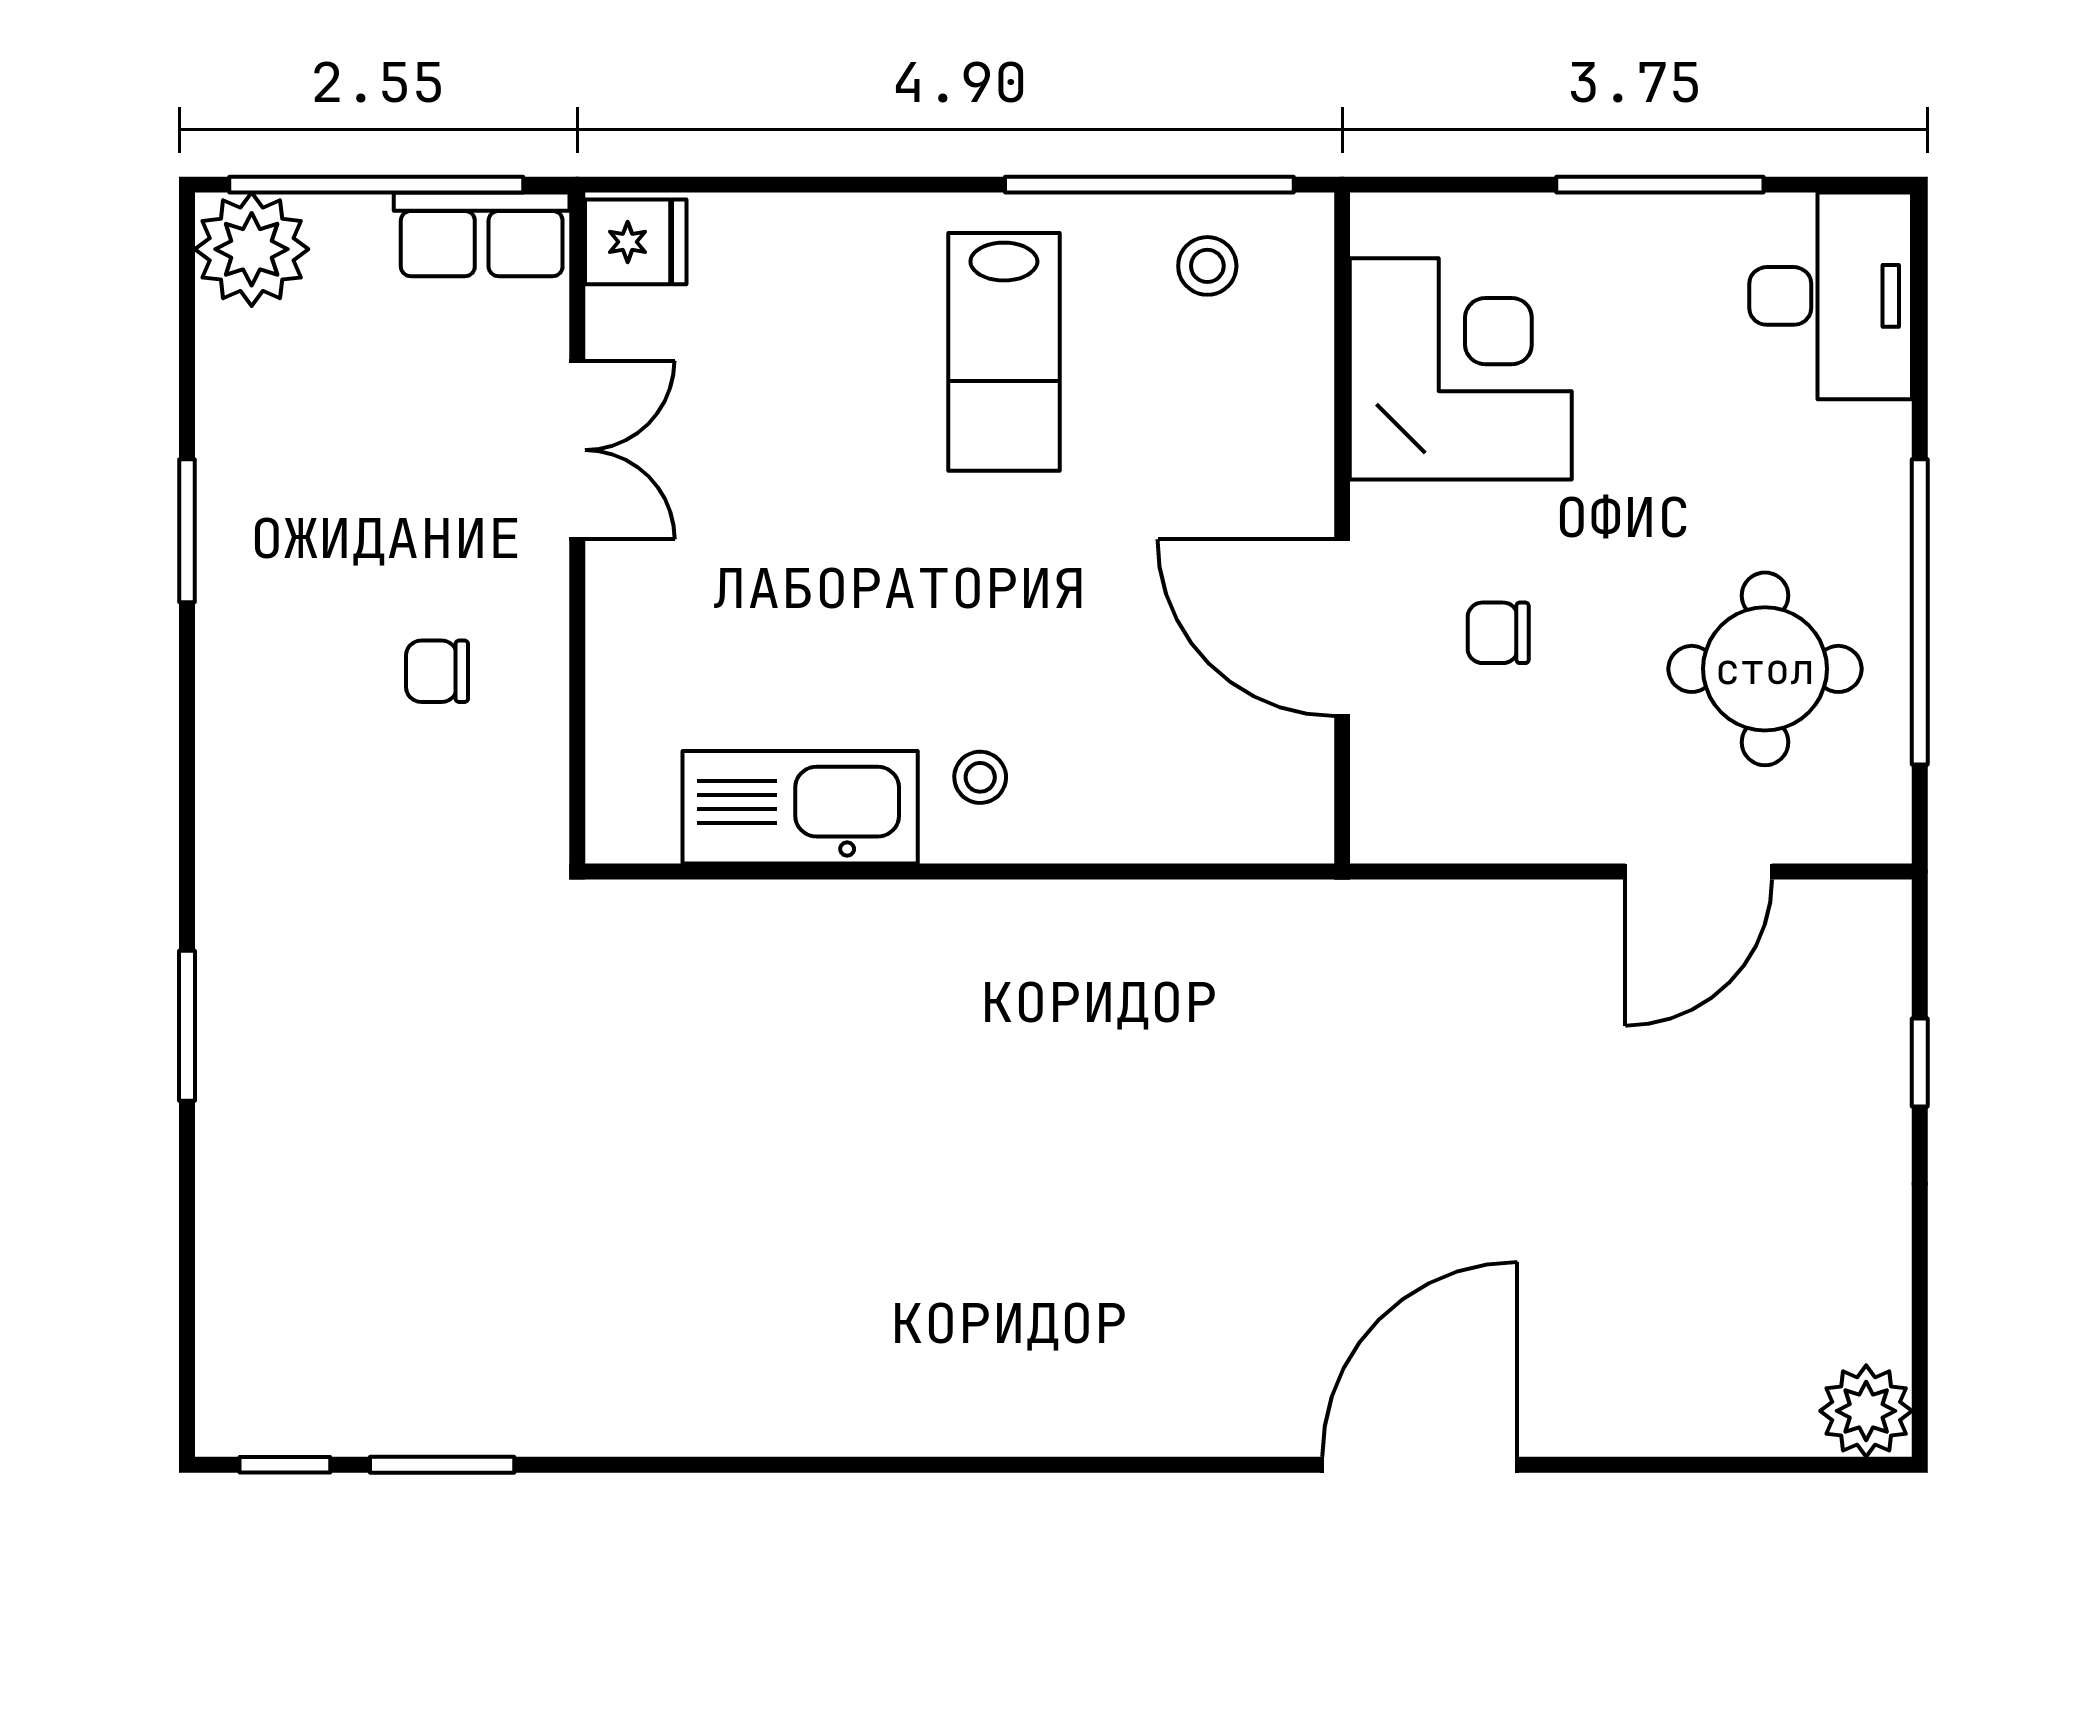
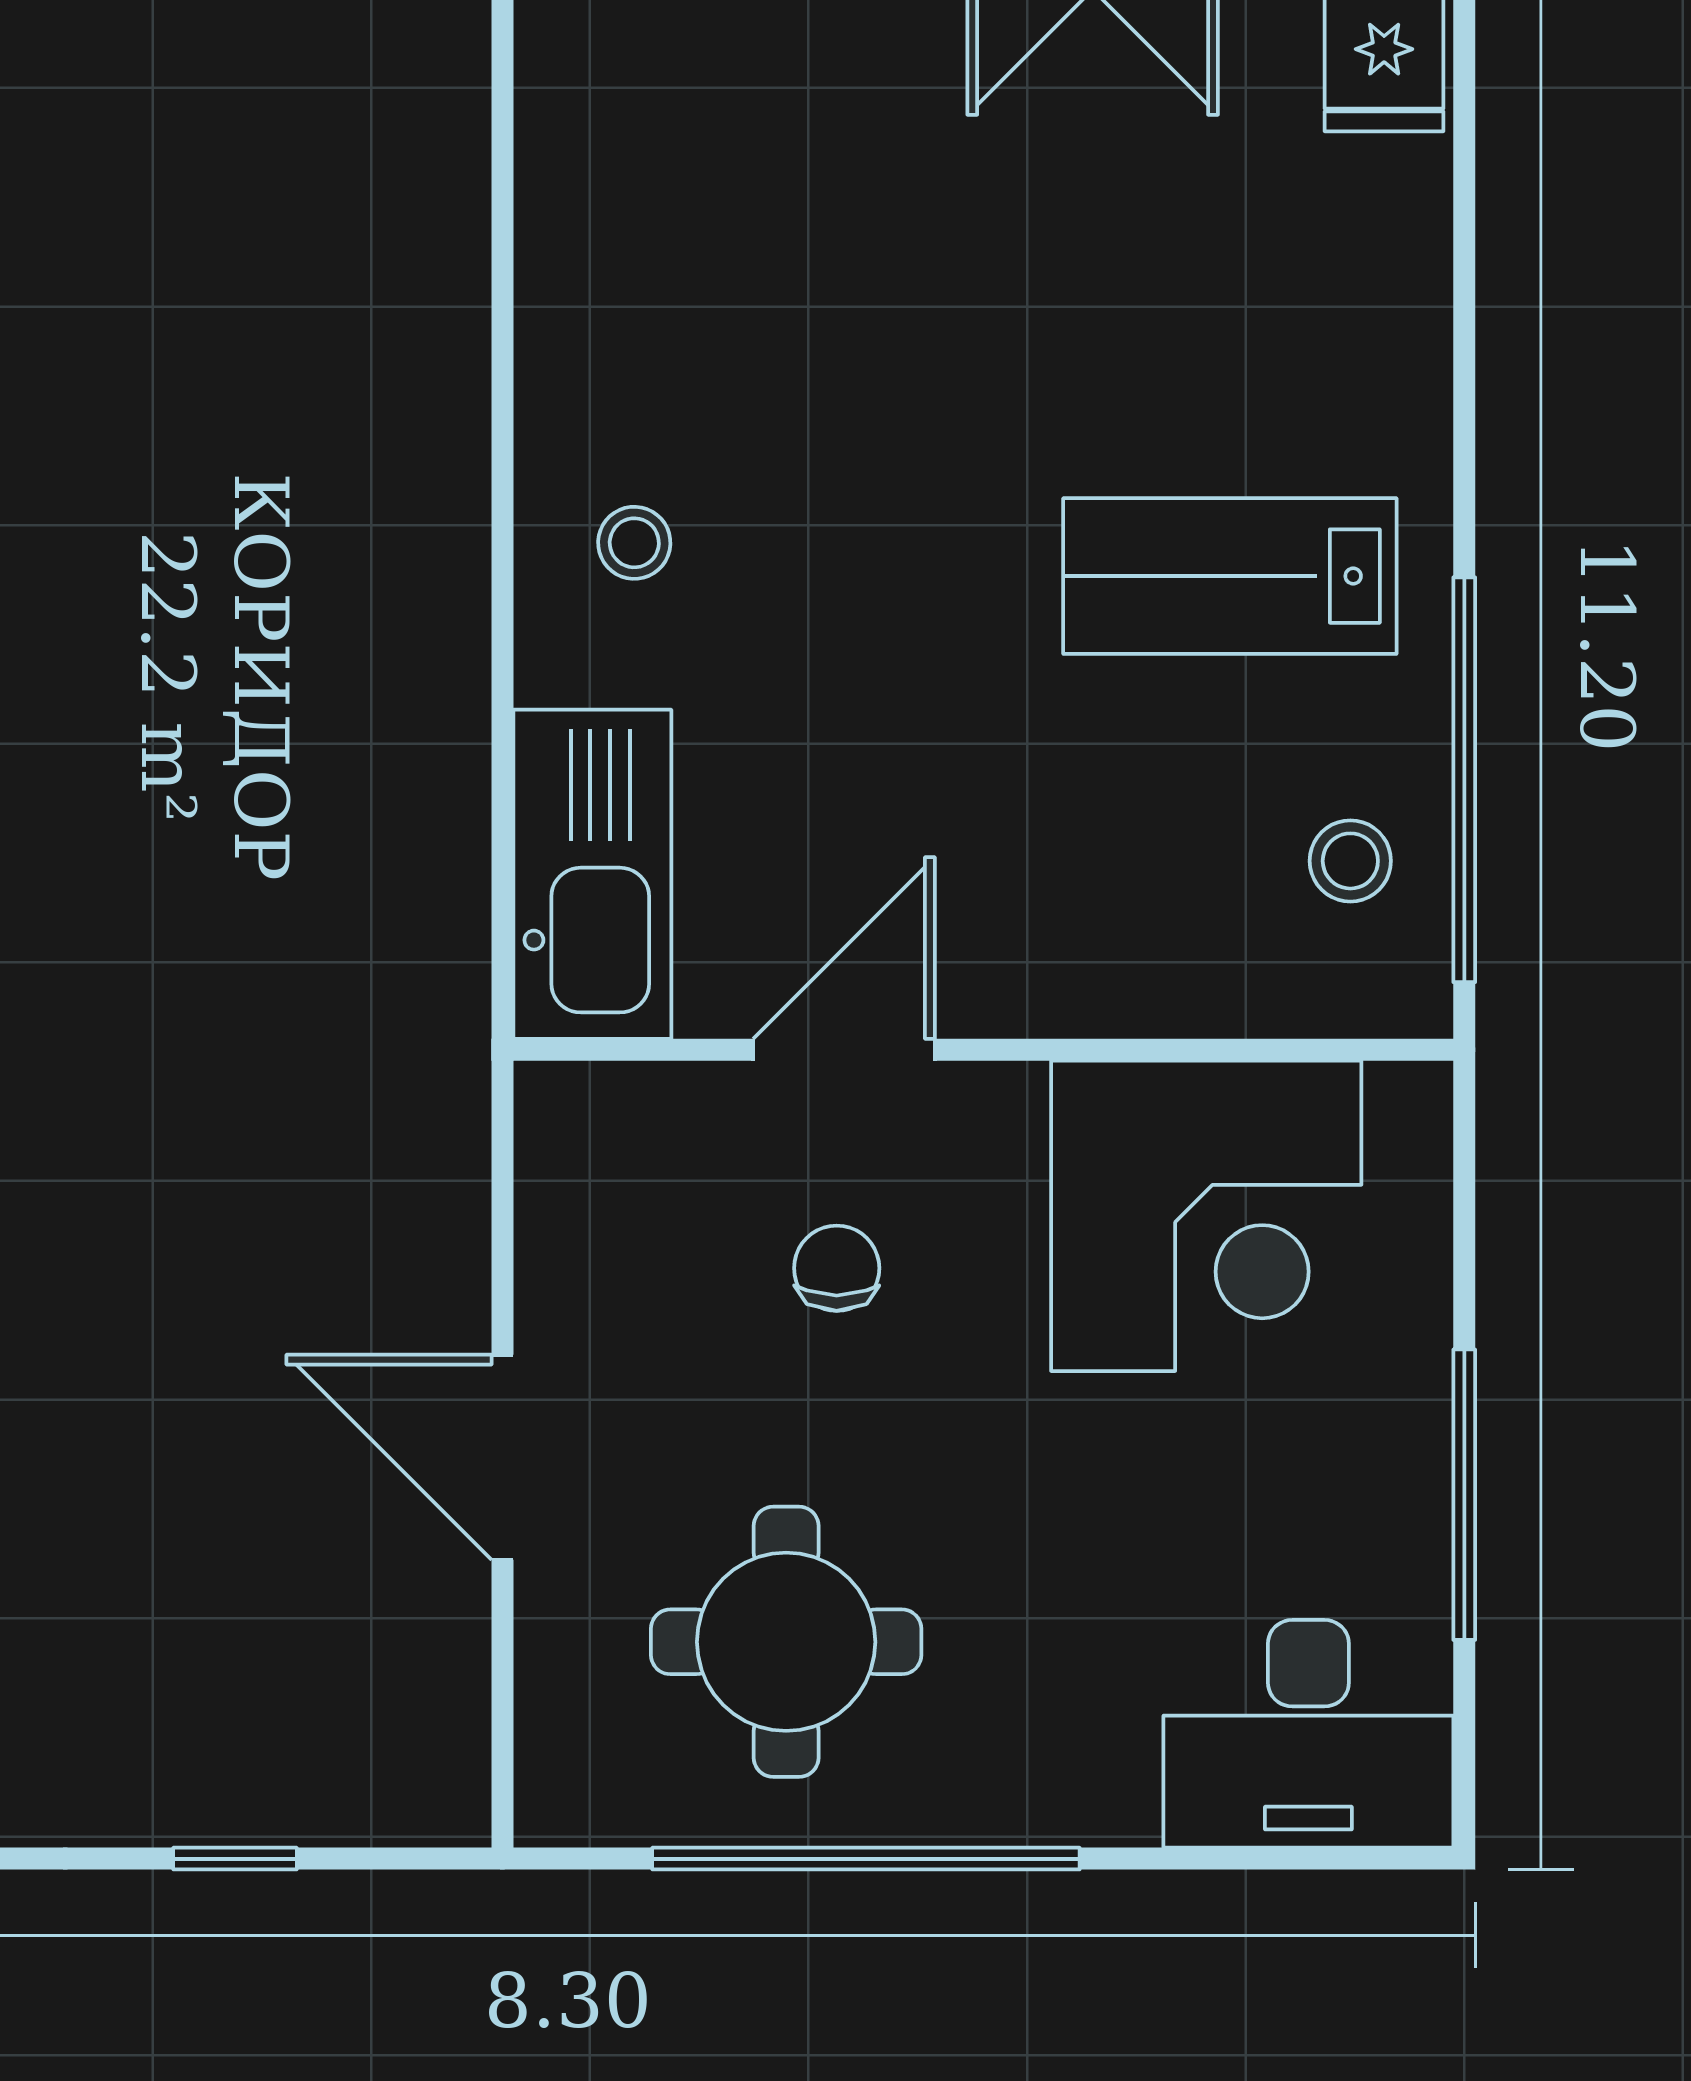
door: (1342, 628) -> (844, 1050), width x0.73
kitchen sink: (800, 807) -> (592, 874), moved
door: (1699, 871) -> (502, 1457), moved

